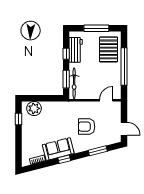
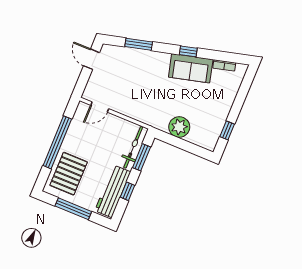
workbench: (76, 50) -> (113, 191), width x1.38
plant: (34, 108) -> (179, 127), moved
armchair: (87, 127) -> (140, 83), removed

